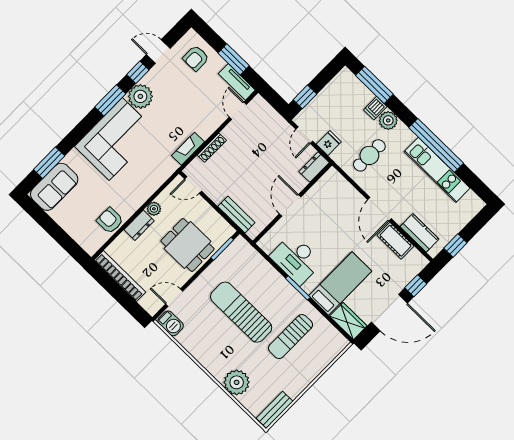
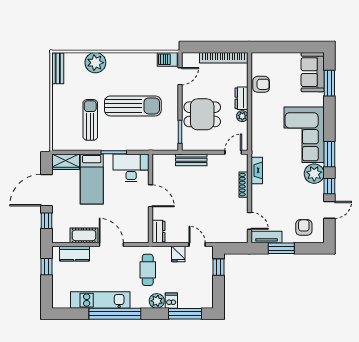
dresser: (314, 167) -> (158, 232), moved
wall: (292, 203) -> (151, 198), moved
door: (290, 205) -> (151, 196), moved

